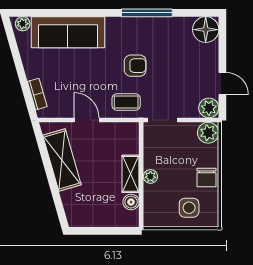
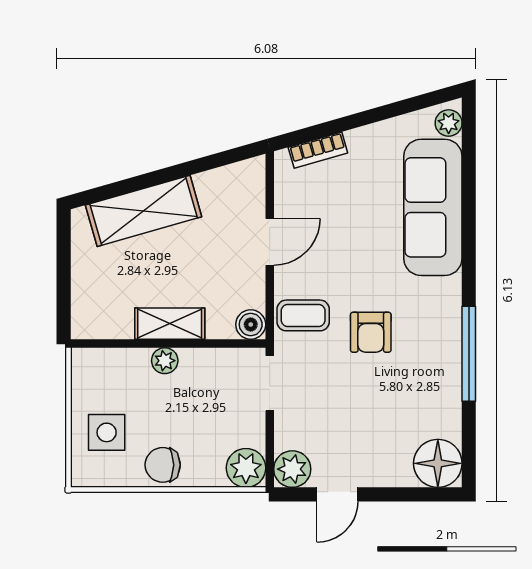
coffee table: (126, 102) -> (303, 315), turned 90
shelving: (62, 160) -> (144, 211), moved
boiler: (131, 202) -> (251, 324), moved

